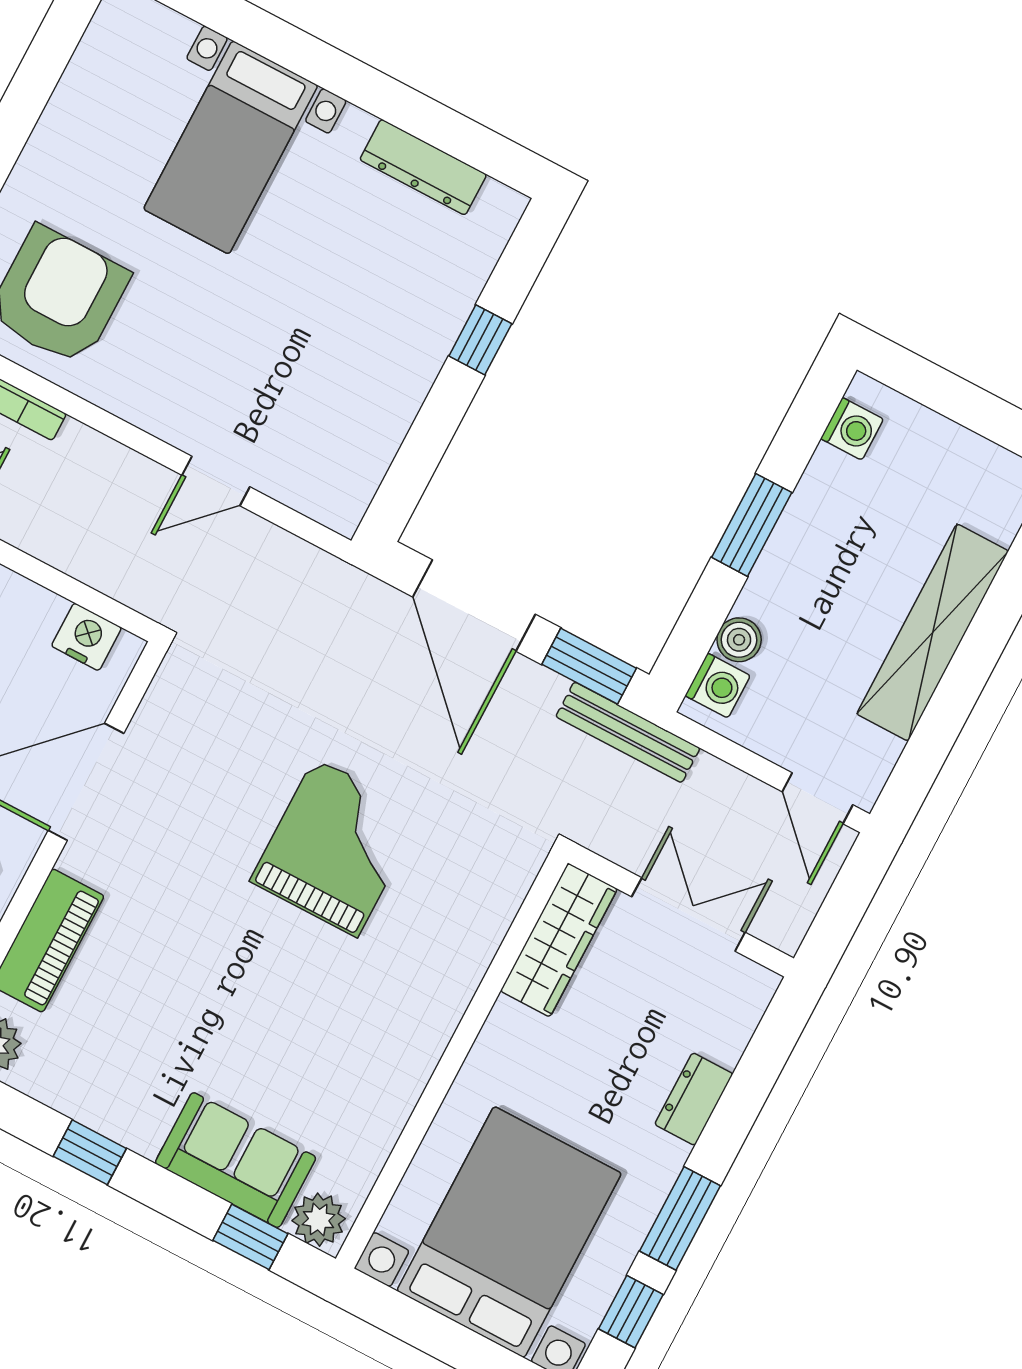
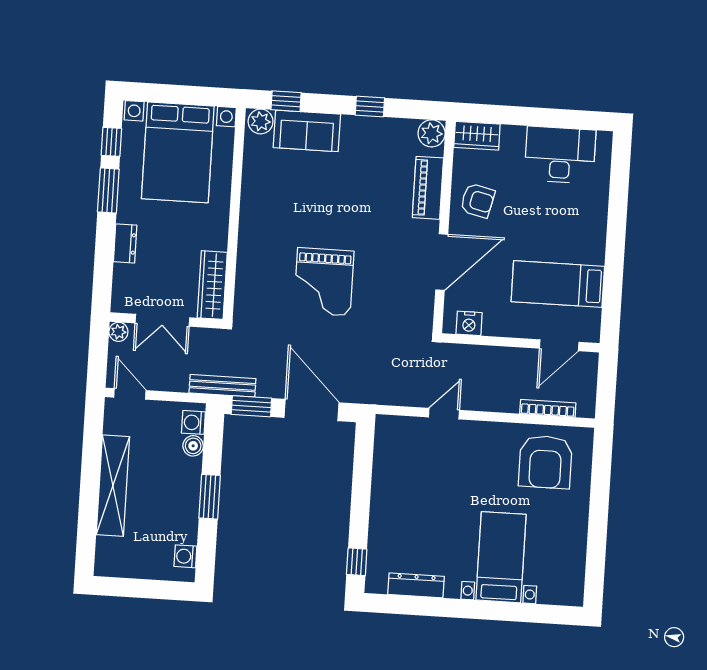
window: (480, 340) -> (357, 562), moved
plant: (785, 931) -> (118, 332), added

